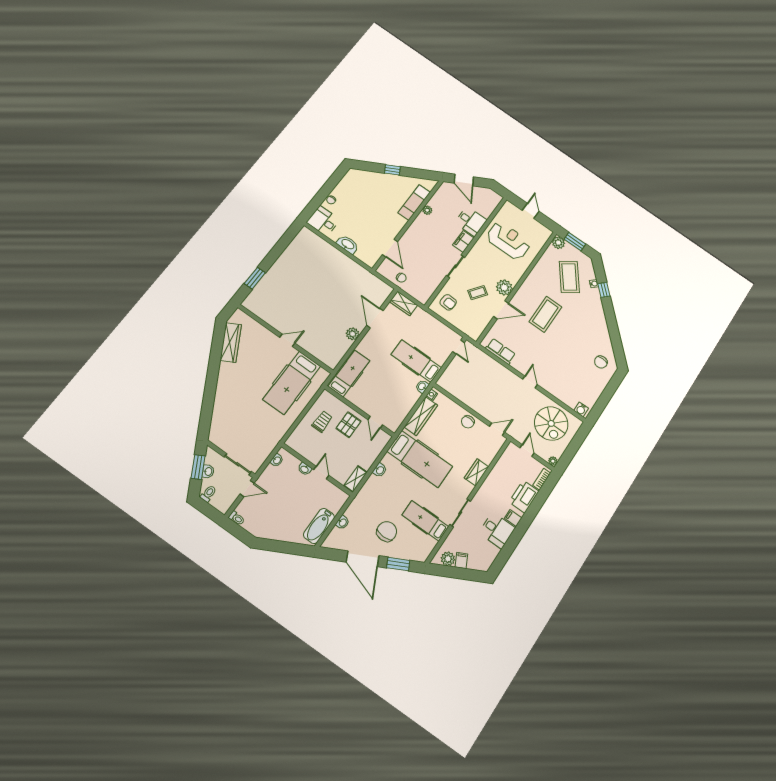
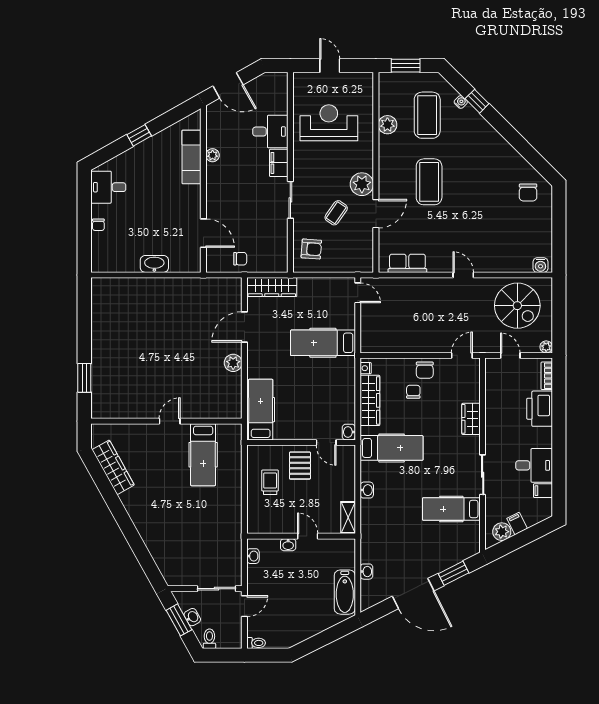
desk: (323, 221) -> (108, 187), moved
plant: (558, 243) -> (387, 125), moved
coffee table: (569, 277) -> (427, 115), turned 36
wardrobe: (404, 303) -> (272, 287), width x1.50
door: (375, 318) -> (244, 327), hinge flipped
hospital bed: (292, 383) -> (203, 455), width x0.73, depth x0.78
washbasin: (422, 386) -> (349, 432), moved
hospital bed: (420, 459) -> (392, 448), width x0.73, depth x0.78
filing cabinet: (513, 518) -> (543, 491), moved
chair: (387, 531) -> (413, 392), moved, width x0.54, depth x0.54

